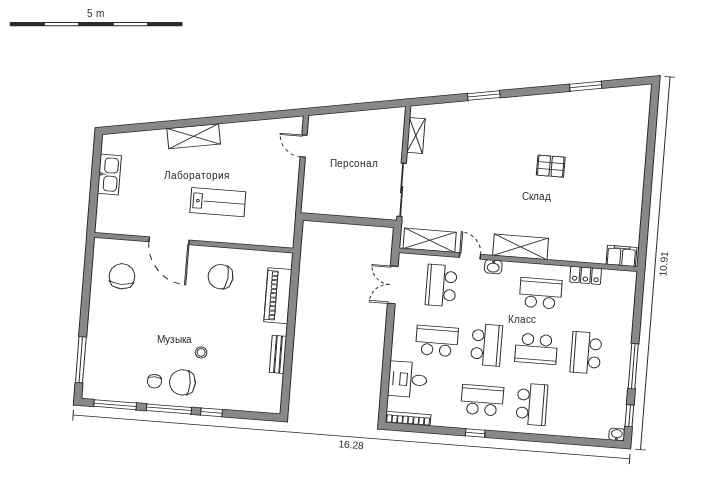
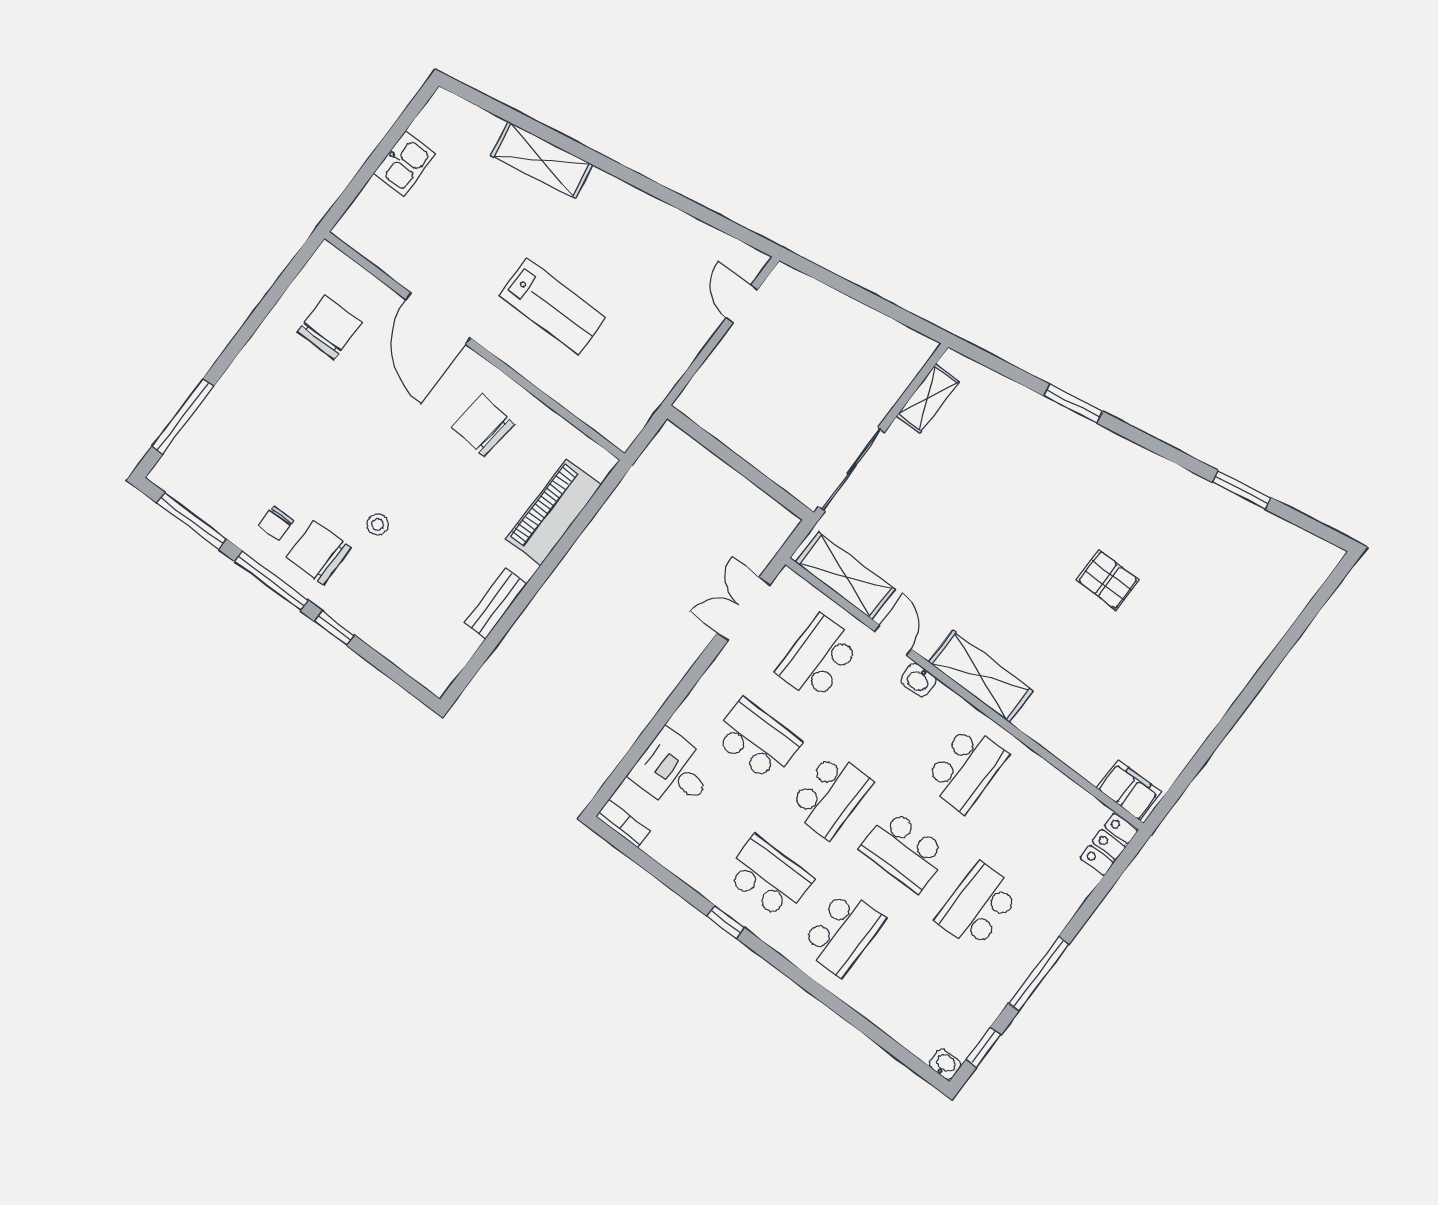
shelving: (194, 136) -> (542, 160), moved
kitchen sink: (109, 174) -> (405, 164), width x0.73
locker: (586, 275) -> (1109, 844), moved, turned 90
school desk: (541, 293) -> (966, 768), turned 90
bookcase: (408, 419) -> (623, 824), width x0.64

